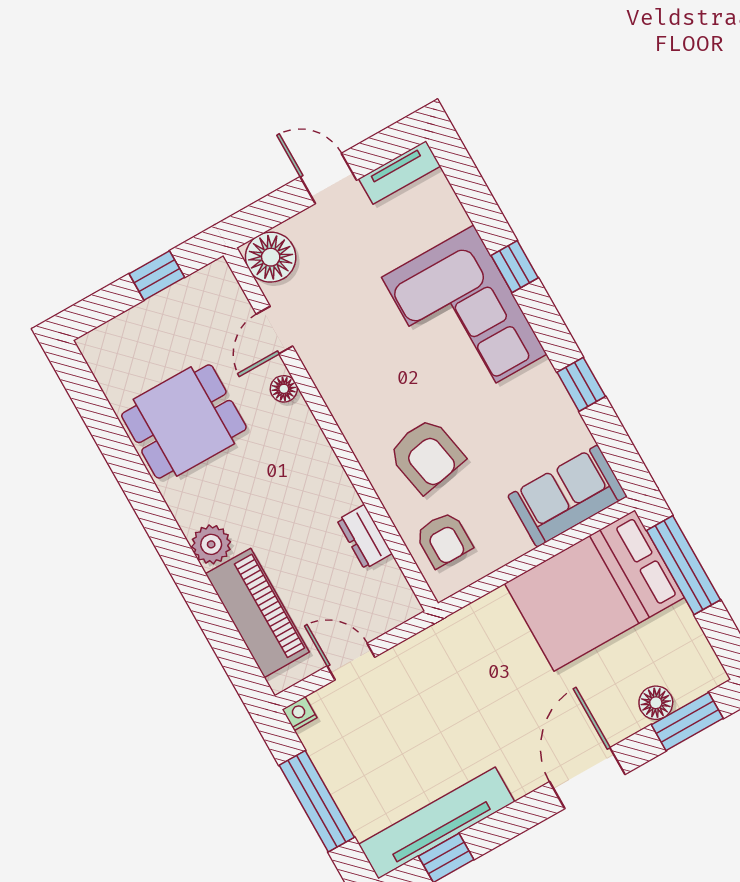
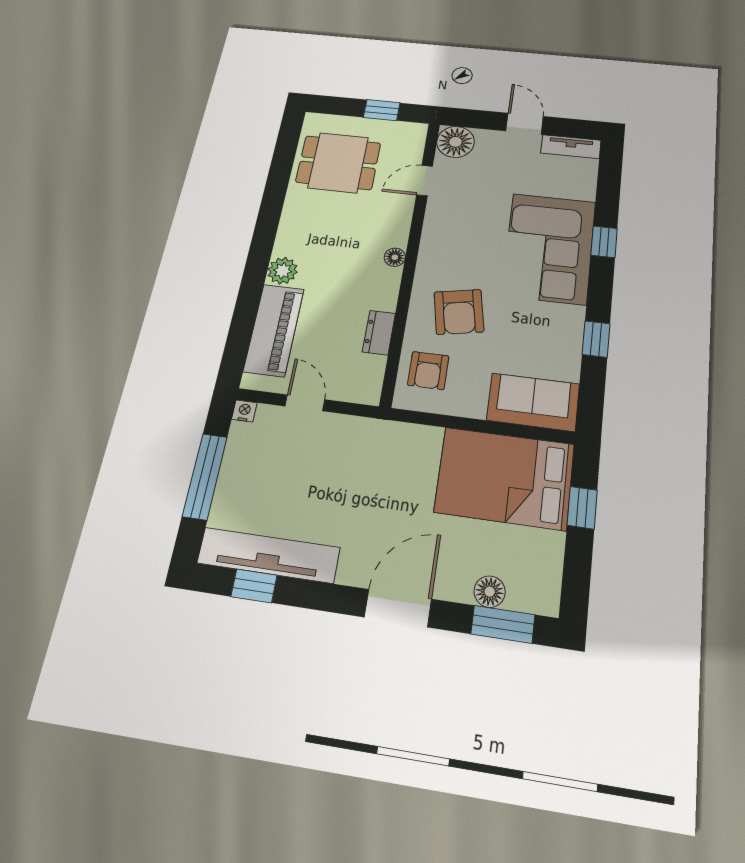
floor lamp: (284, 389) -> (395, 257), moved
dining table: (184, 422) -> (338, 163), moved
window: (683, 565) -> (582, 508), width x0.46

